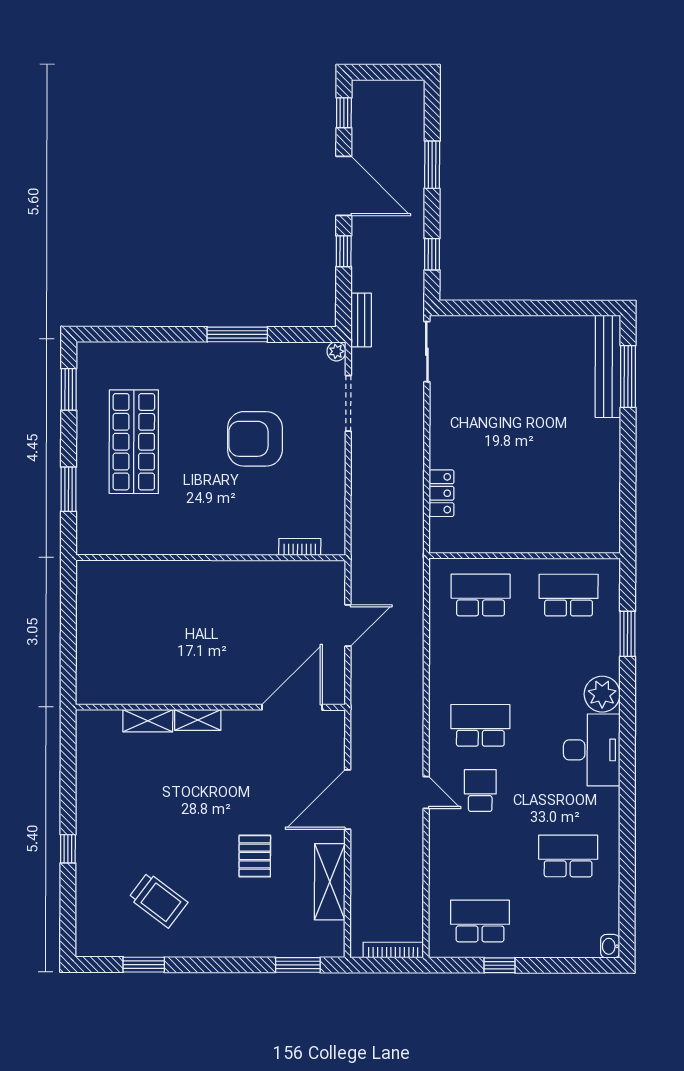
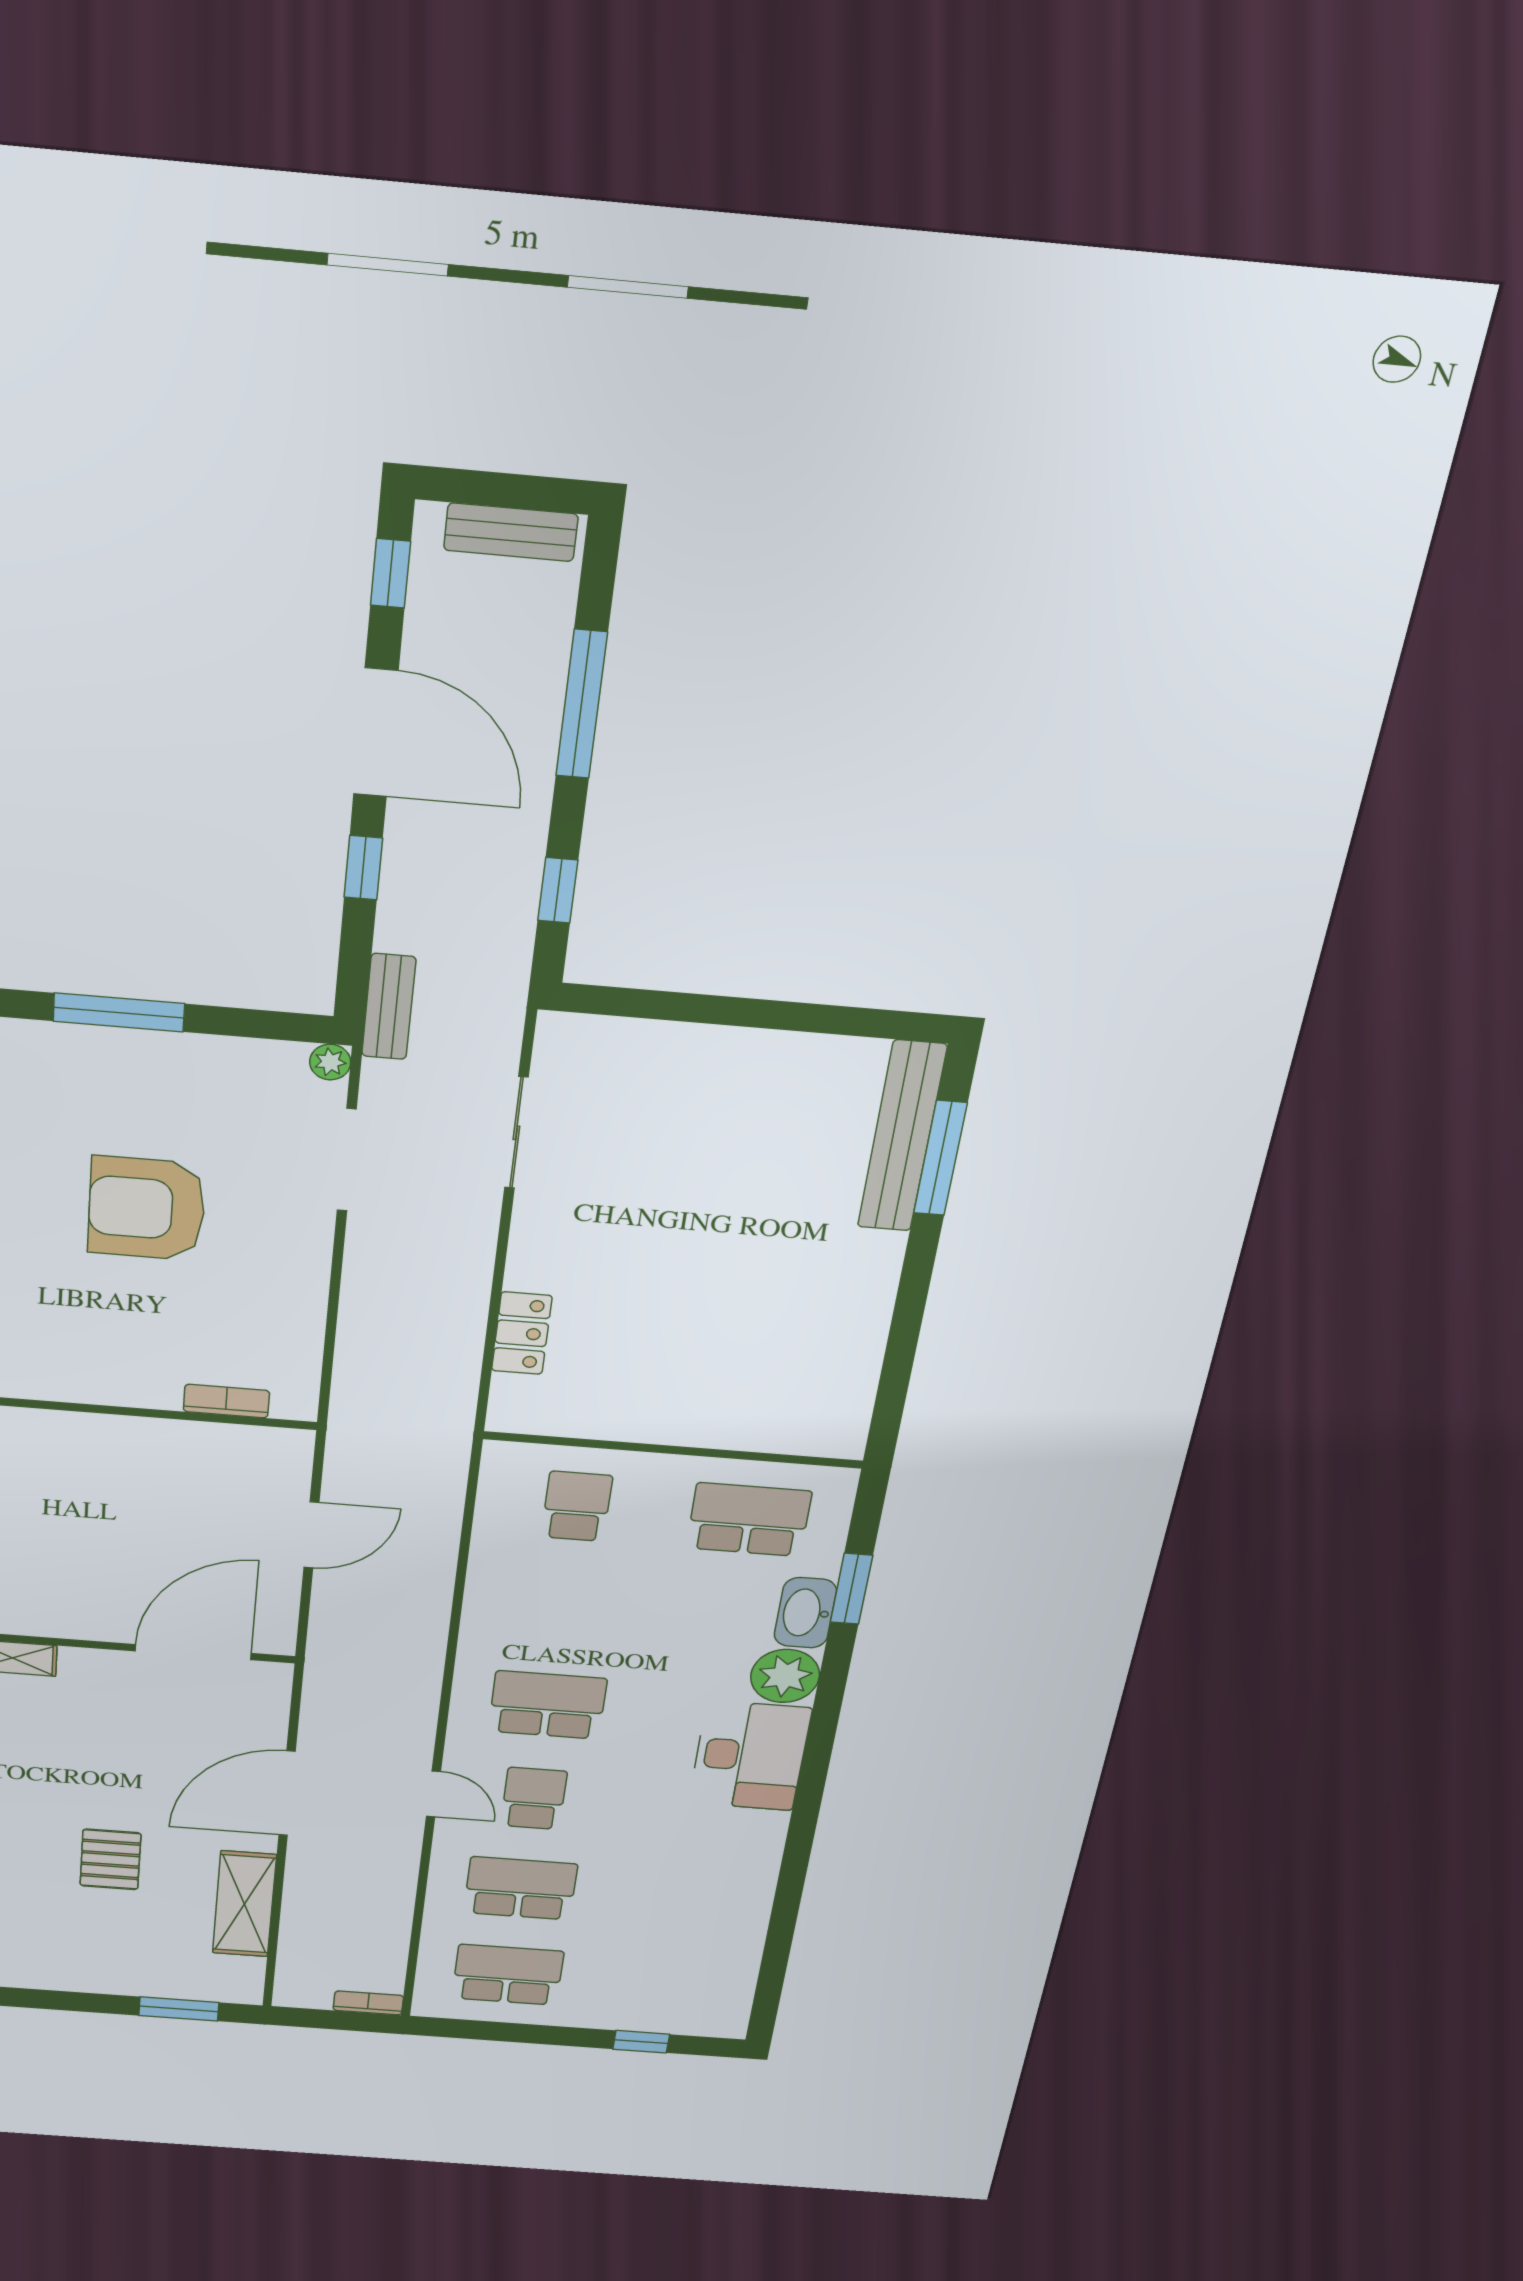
bench: (393, 90) -> (511, 532), added
window: (432, 165) -> (582, 704), width x1.44
sliding door: (427, 352) -> (516, 1133), moved
school desk: (481, 595) -> (577, 1506), width x0.54
school desk: (568, 856) -> (520, 1888), moved
washbasin: (610, 946) -> (805, 1613), moved, width x1.91, depth x1.45
bookcase: (393, 950) -> (368, 2003), width x0.64
window: (500, 965) -> (641, 2042), moved

